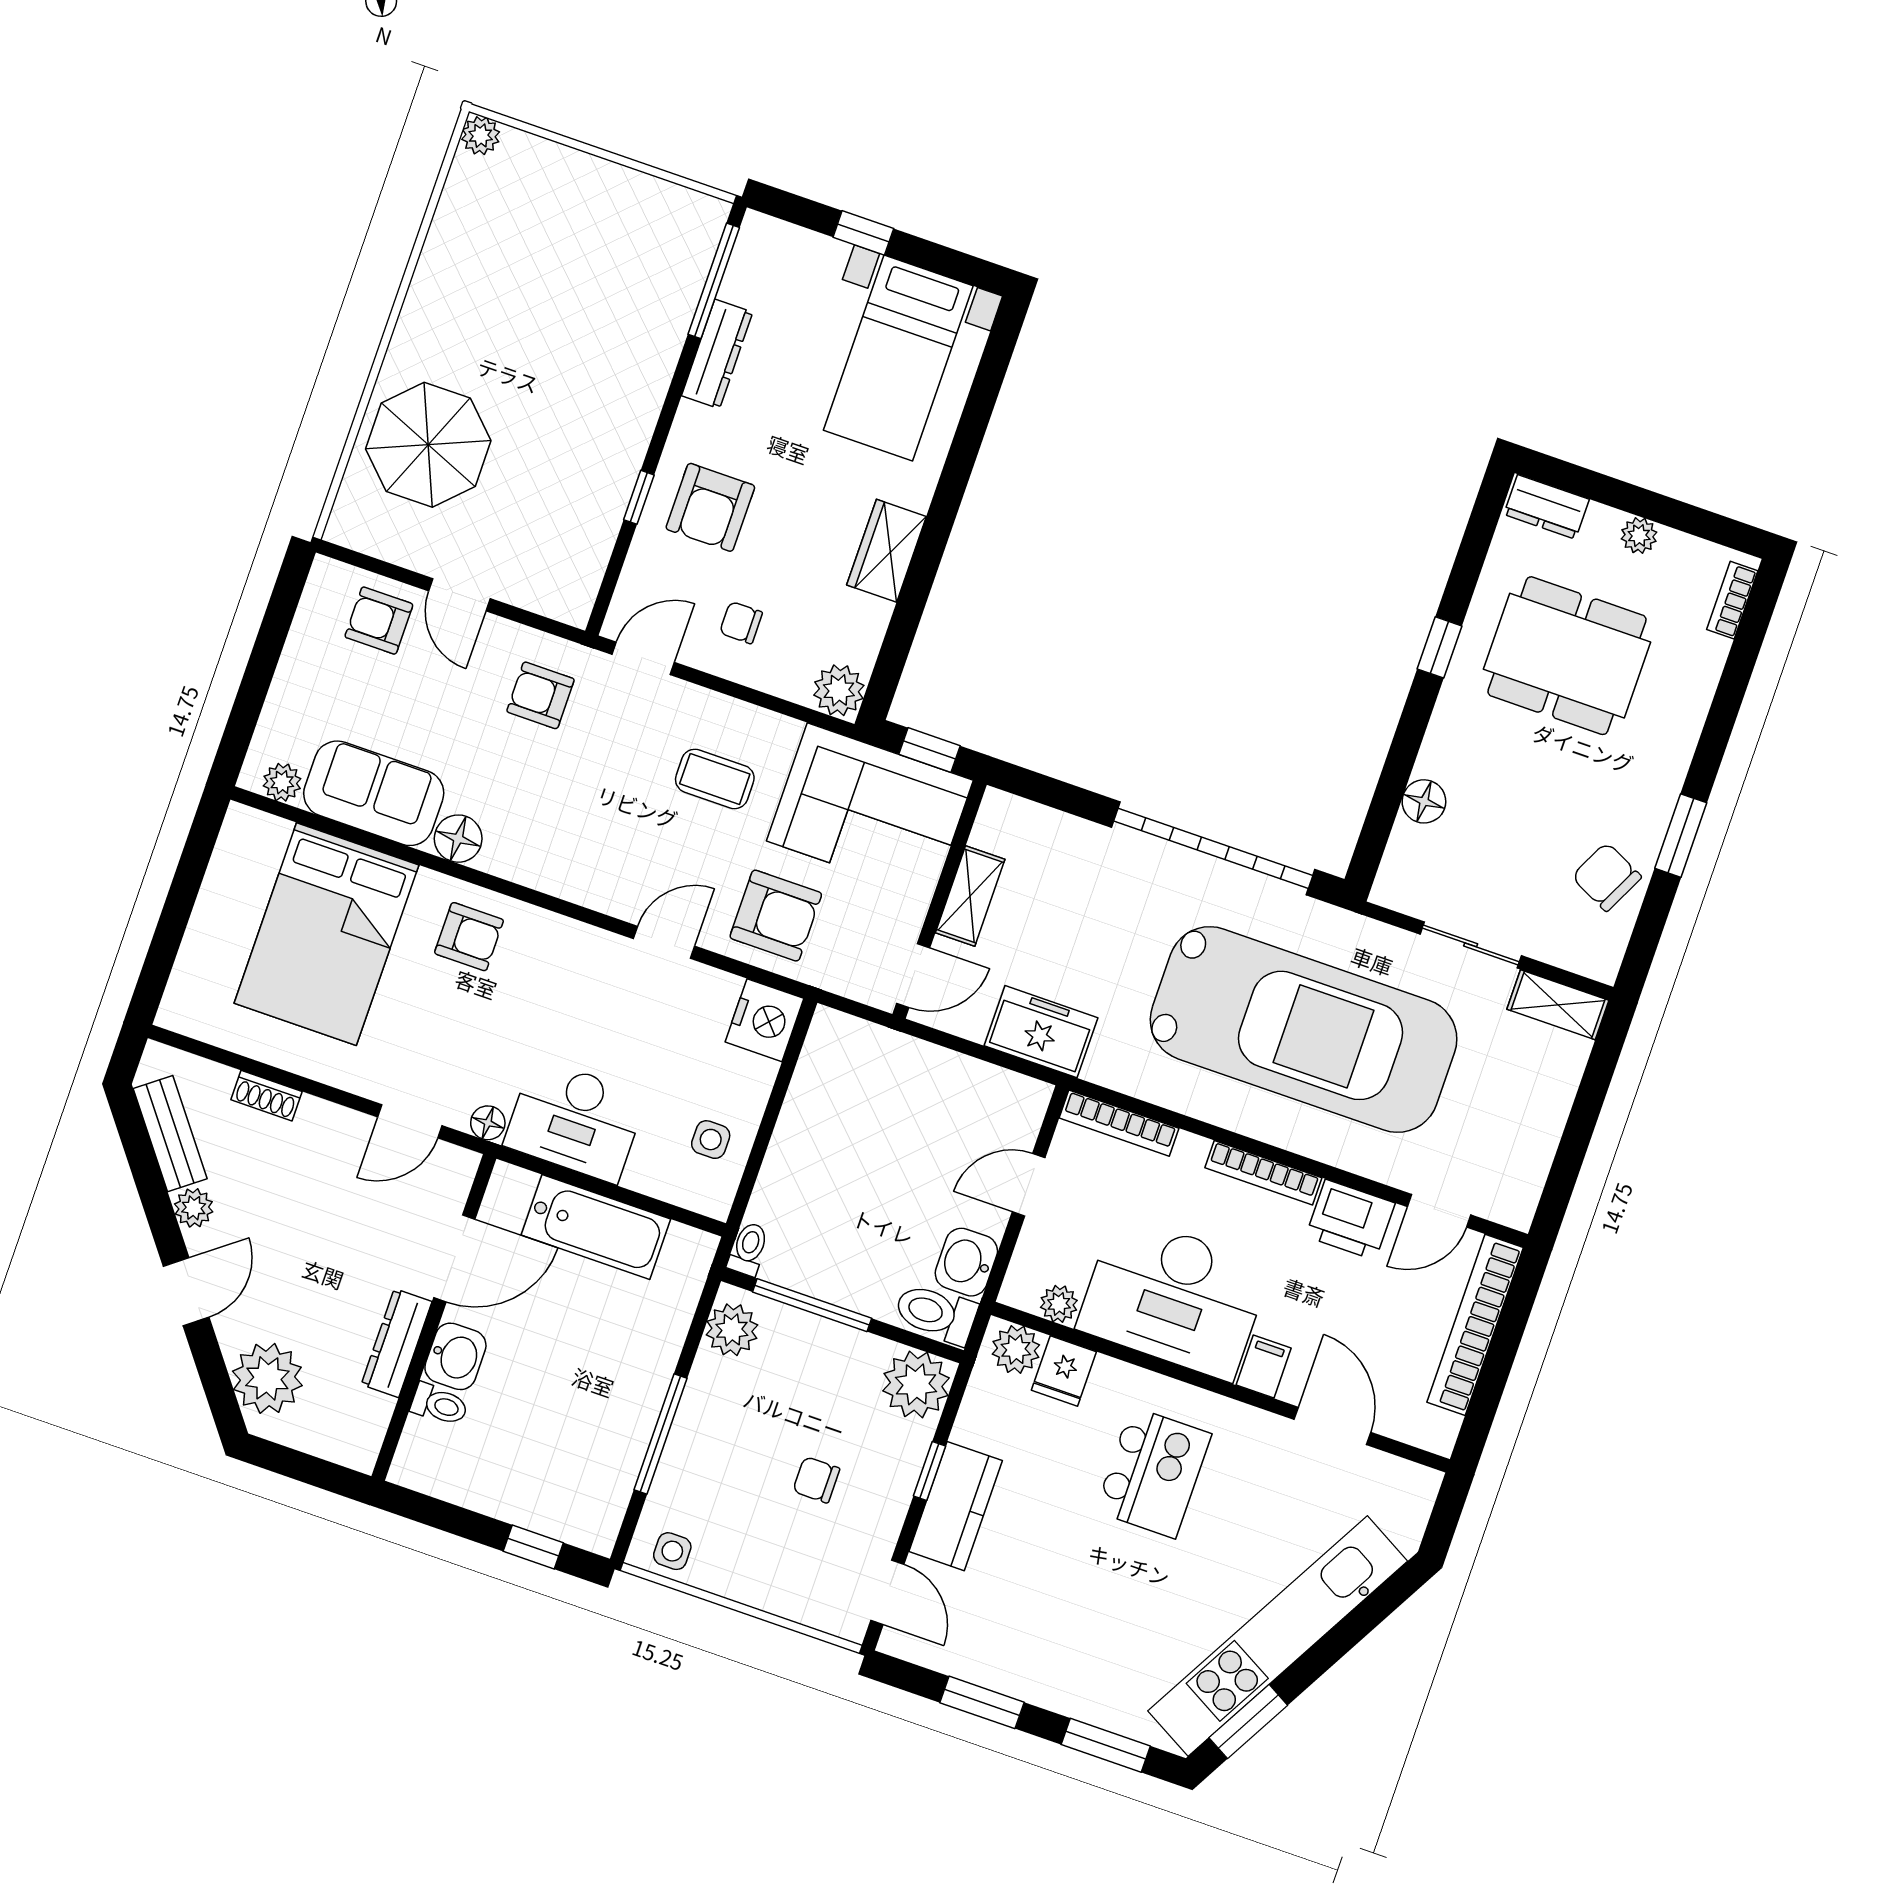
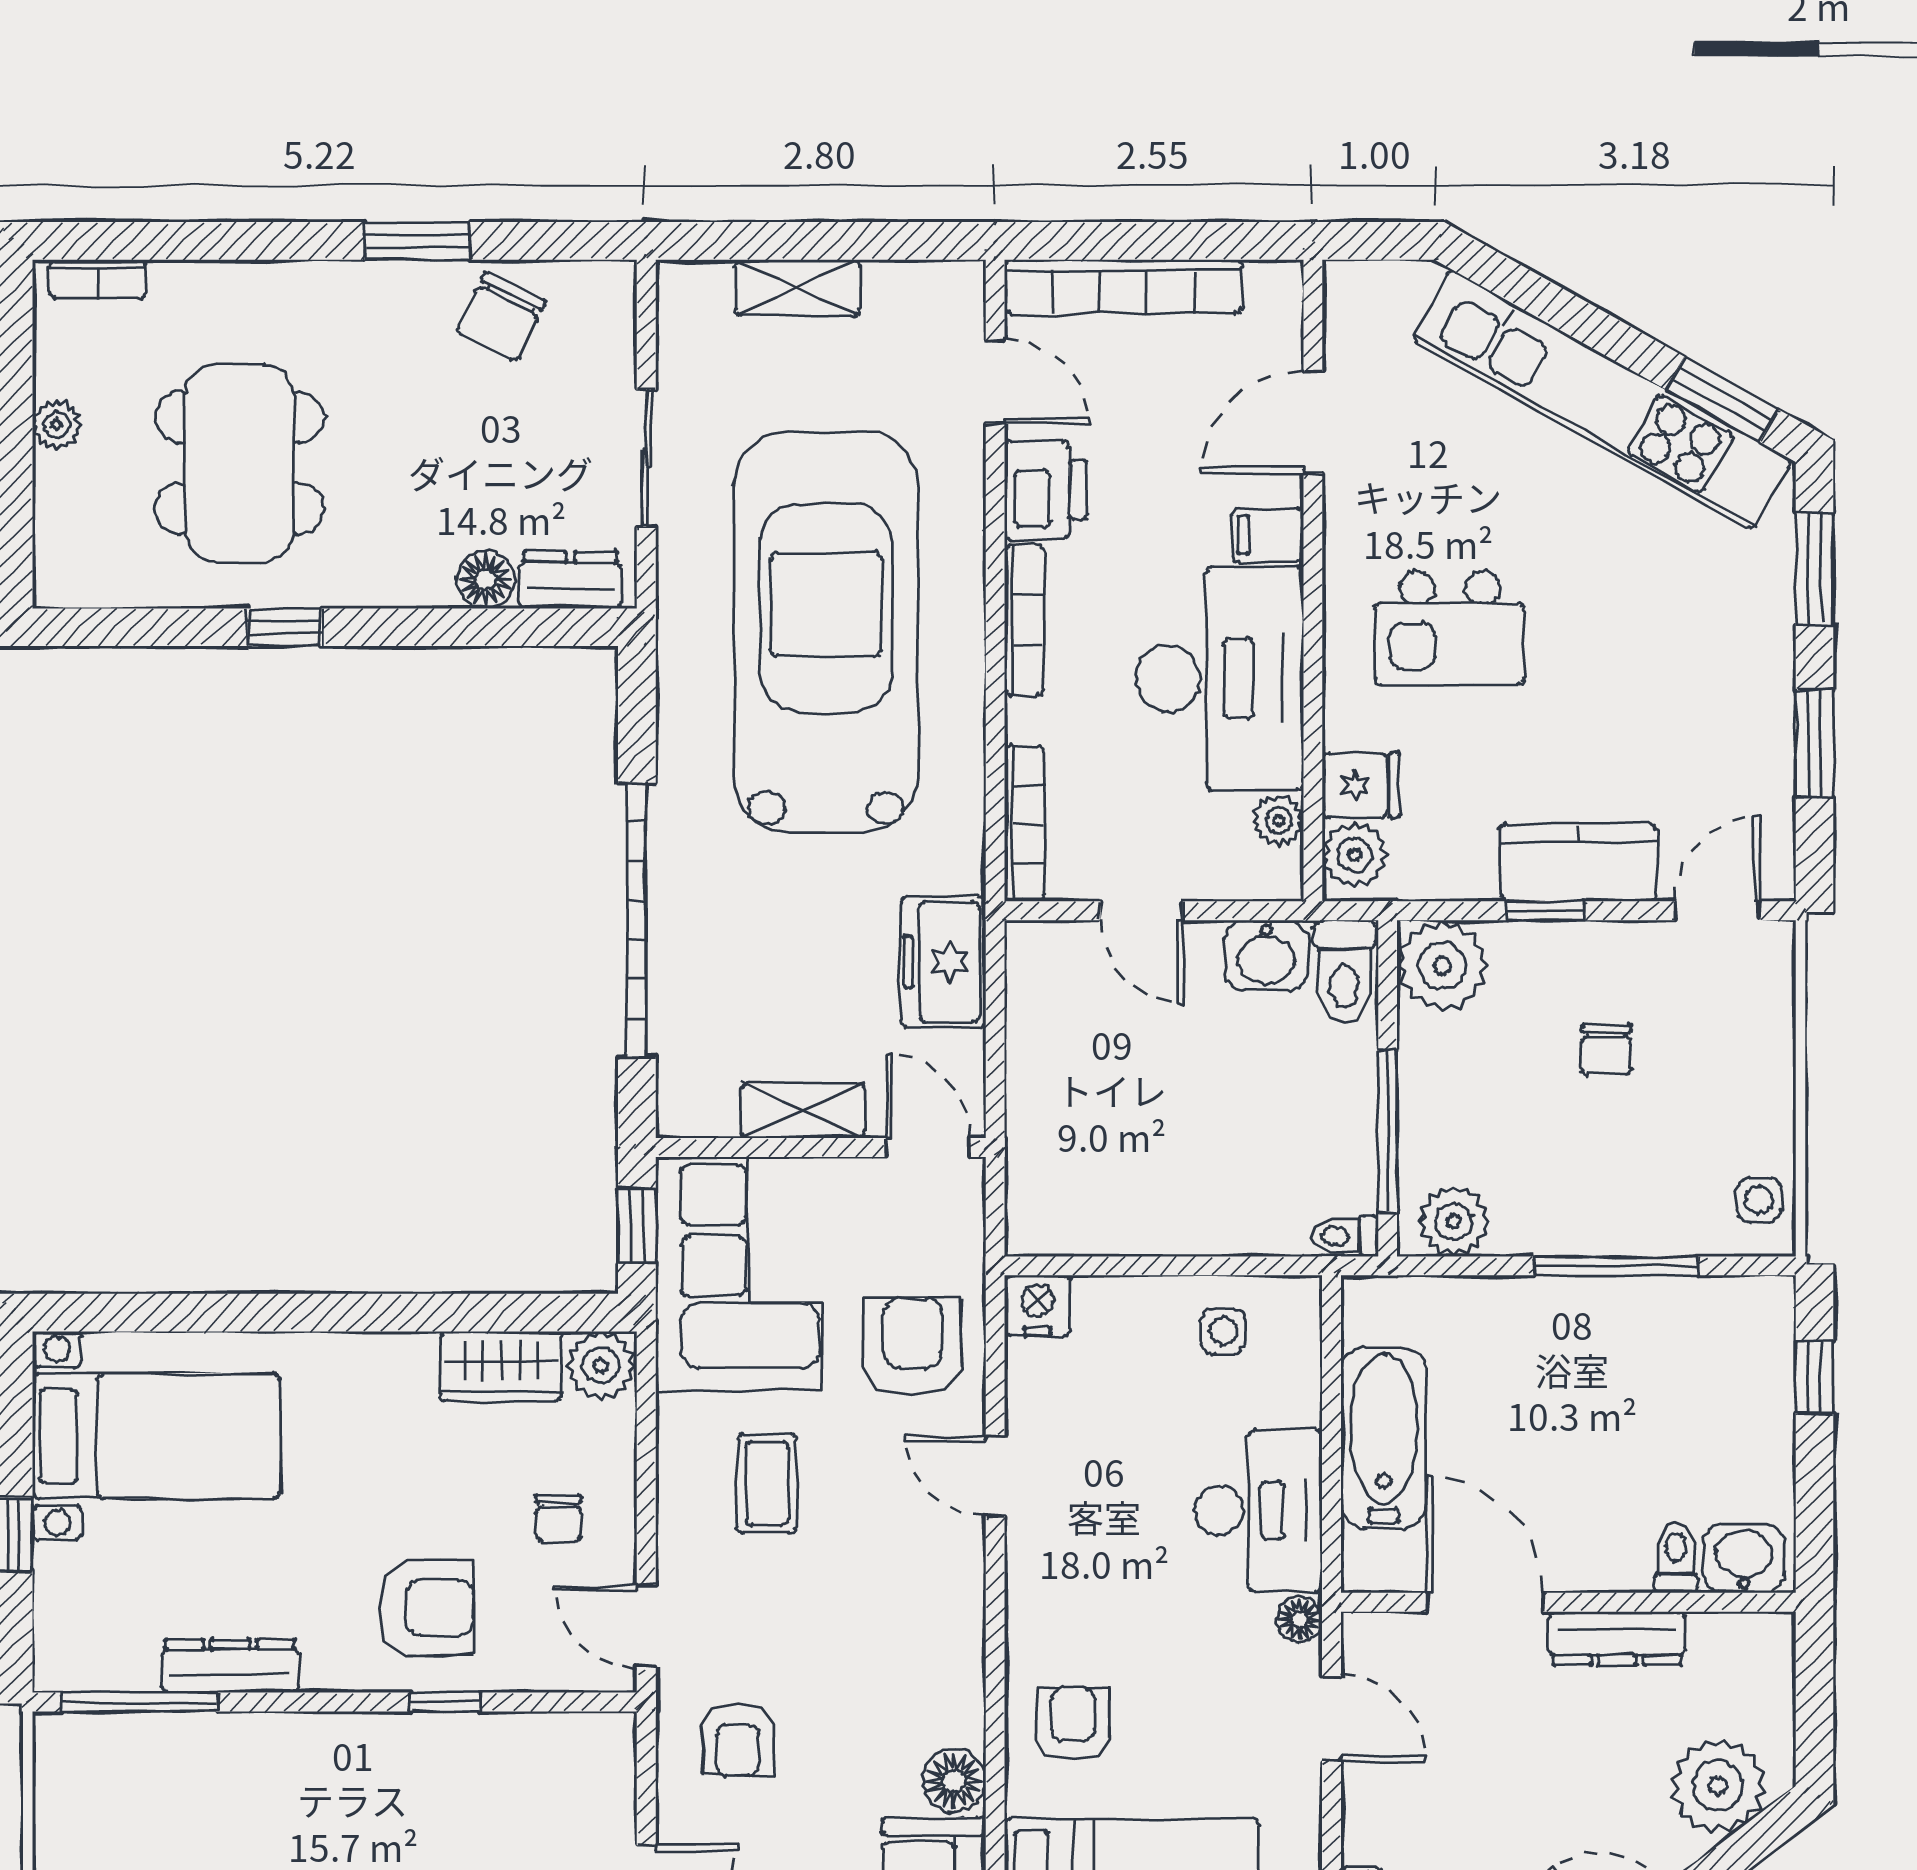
dresser: (1546, 507) -> (570, 580), moved, turned -90
wardrobe: (887, 551) -> (501, 1366), moved
garage door: (1213, 848) -> (637, 920), moved
shelving: (1558, 1005) -> (798, 288), moved, turned 90
nightstand: (765, 1020) -> (1037, 1306), width x0.74, depth x0.75
washbasin: (455, 1356) -> (1744, 1558), moved
kitchen island: (1153, 1472) -> (1450, 628), turned 180

